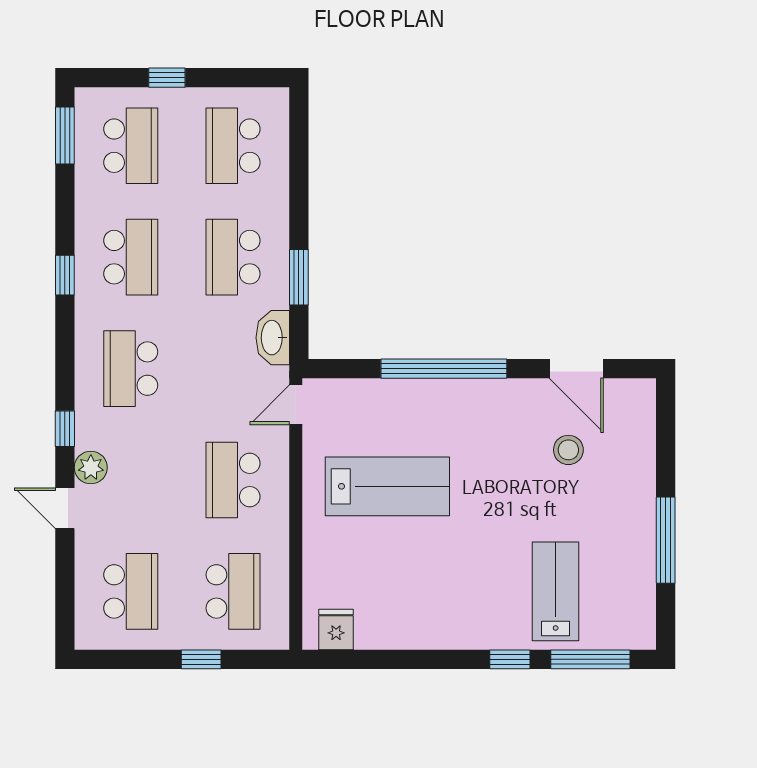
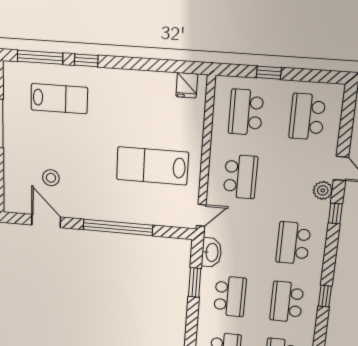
school desk: (131, 369) -> (293, 243), turned 180
lab bench: (556, 591) -> (59, 99), turned -90

